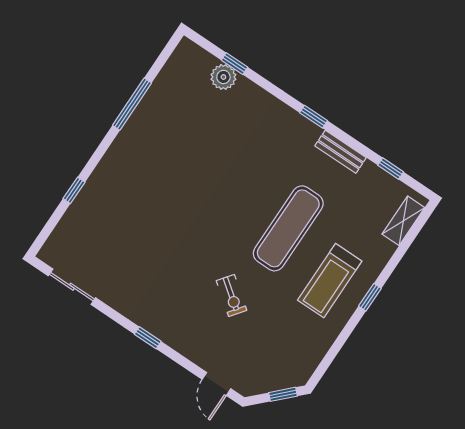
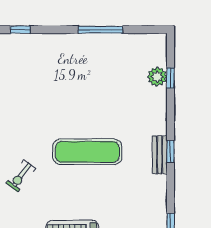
bench: (341, 152) -> (160, 155), moved
exercise mat: (288, 228) -> (87, 152), moved

